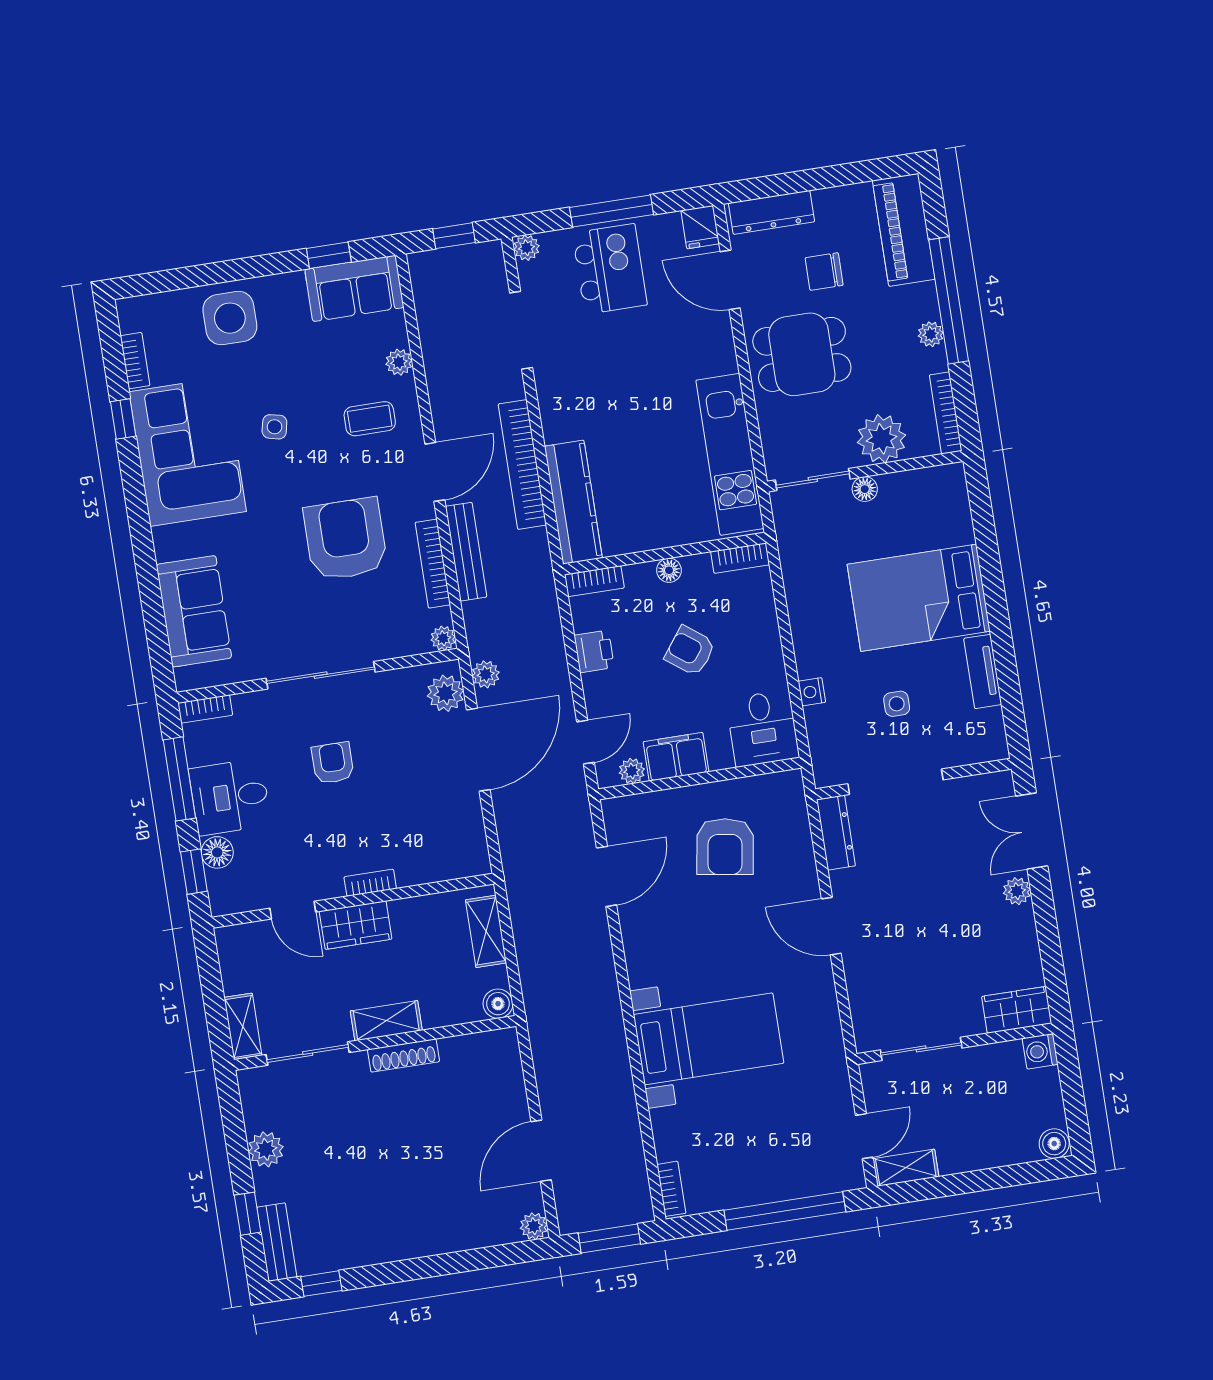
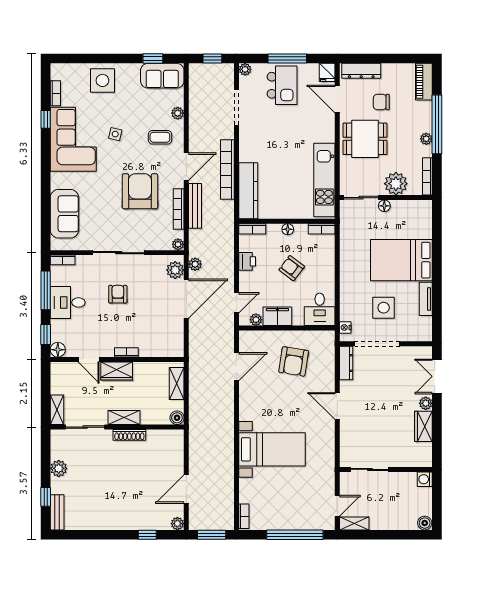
piano: (904, 230) -> (424, 82), width x0.73, depth x0.75
nightstand: (812, 692) -> (345, 327), moved
side table: (897, 704) -> (384, 308), width x1.87, depth x1.87
floor lamp: (217, 852) -> (58, 350), moved
wardrobe: (1017, 1010) -> (423, 426), moved, turned -90
window: (321, 1284) -> (147, 535), moved

